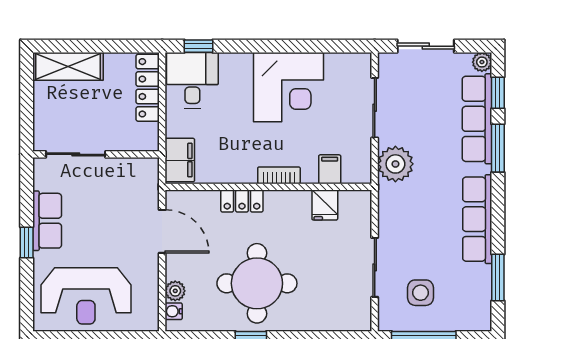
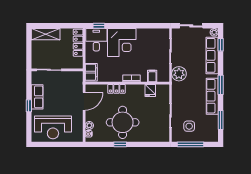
corner desk: (288, 87) -> (122, 43), moved
window: (498, 148) -> (221, 85), moved
door: (162, 231) -> (84, 101), hinge flipped

